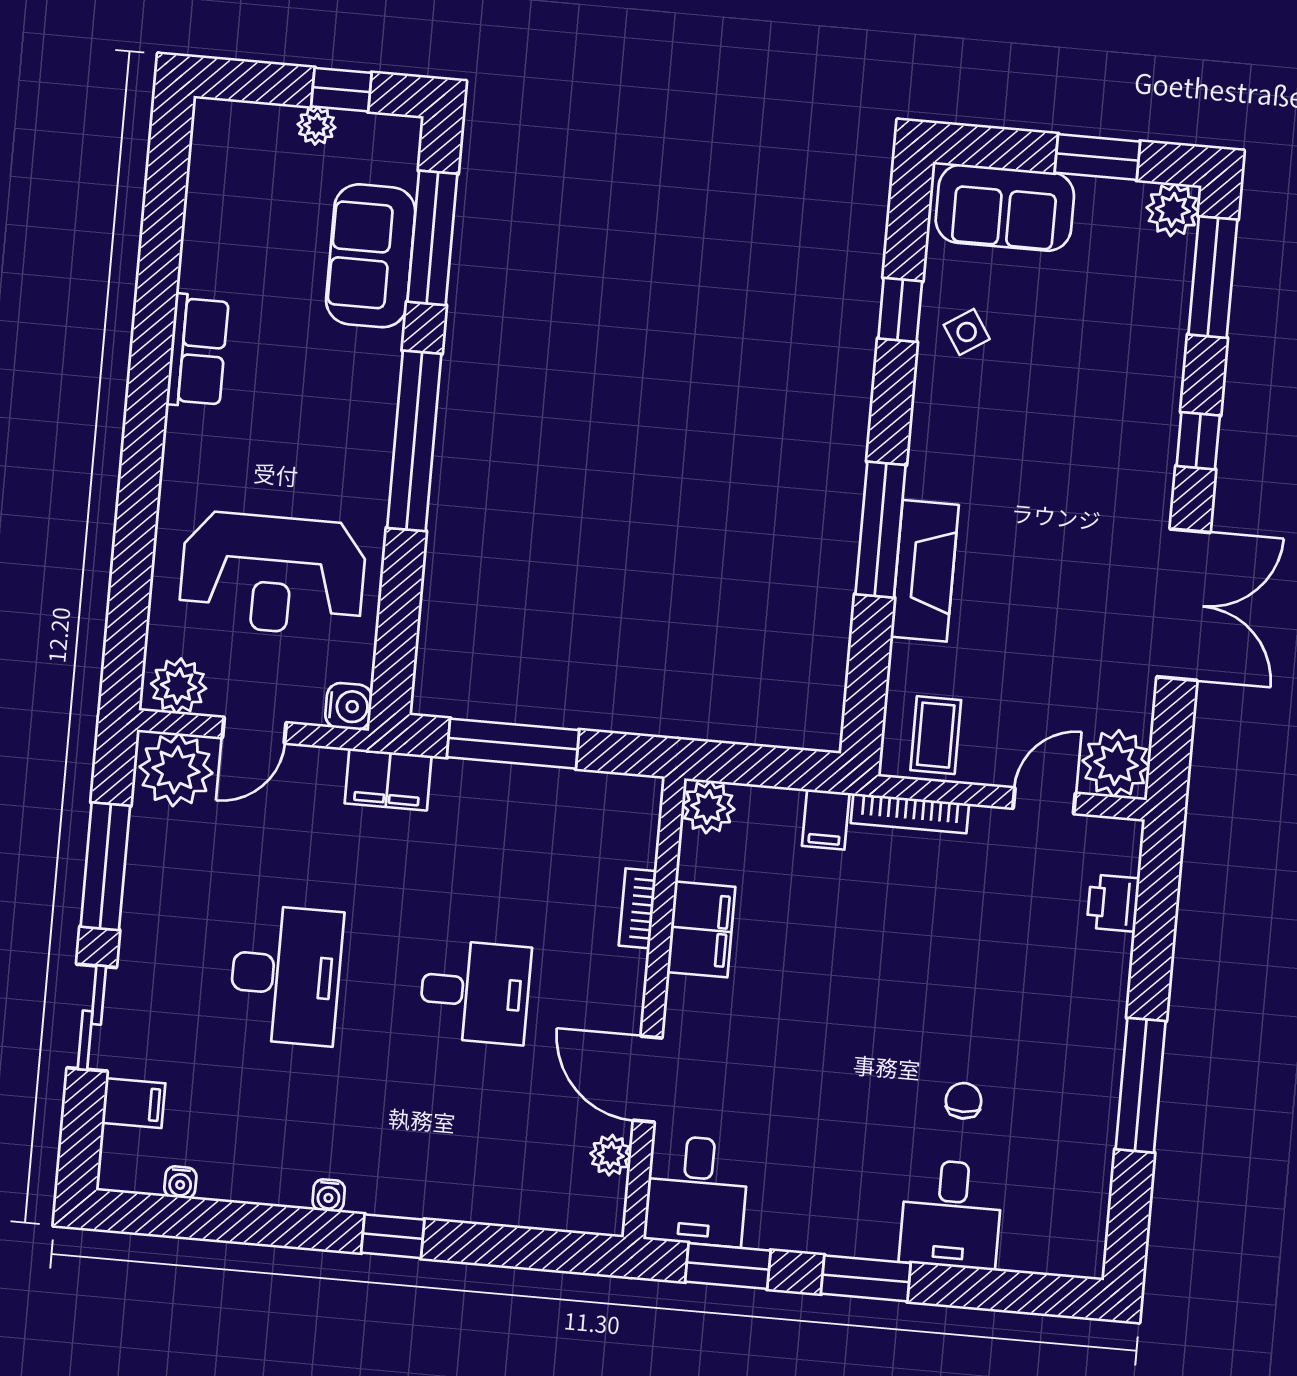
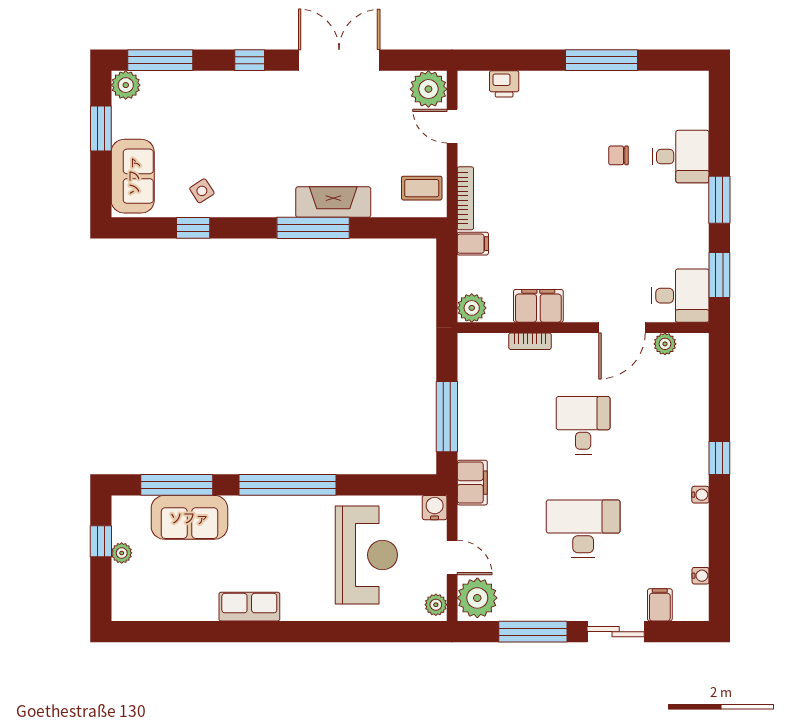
plant: (179, 686) -> (436, 605), width x0.73, depth x0.73

